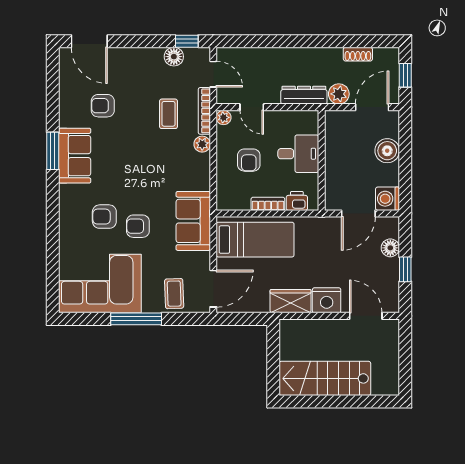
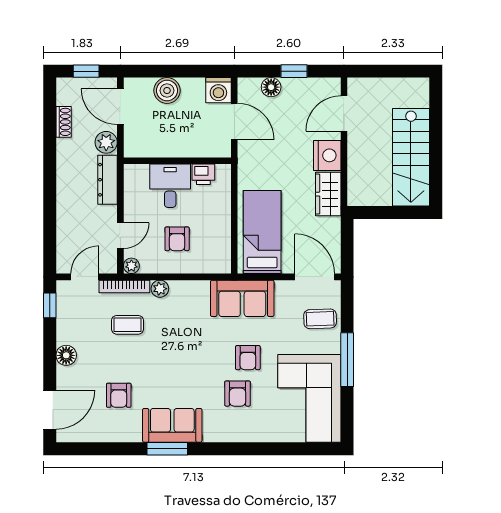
floor lamp: (174, 57) -> (66, 355), moved
armchair: (249, 160) -> (177, 239), turned 90
printer: (297, 201) -> (203, 174), moved, turned -90
bookcase: (268, 204) -> (224, 218), removed

